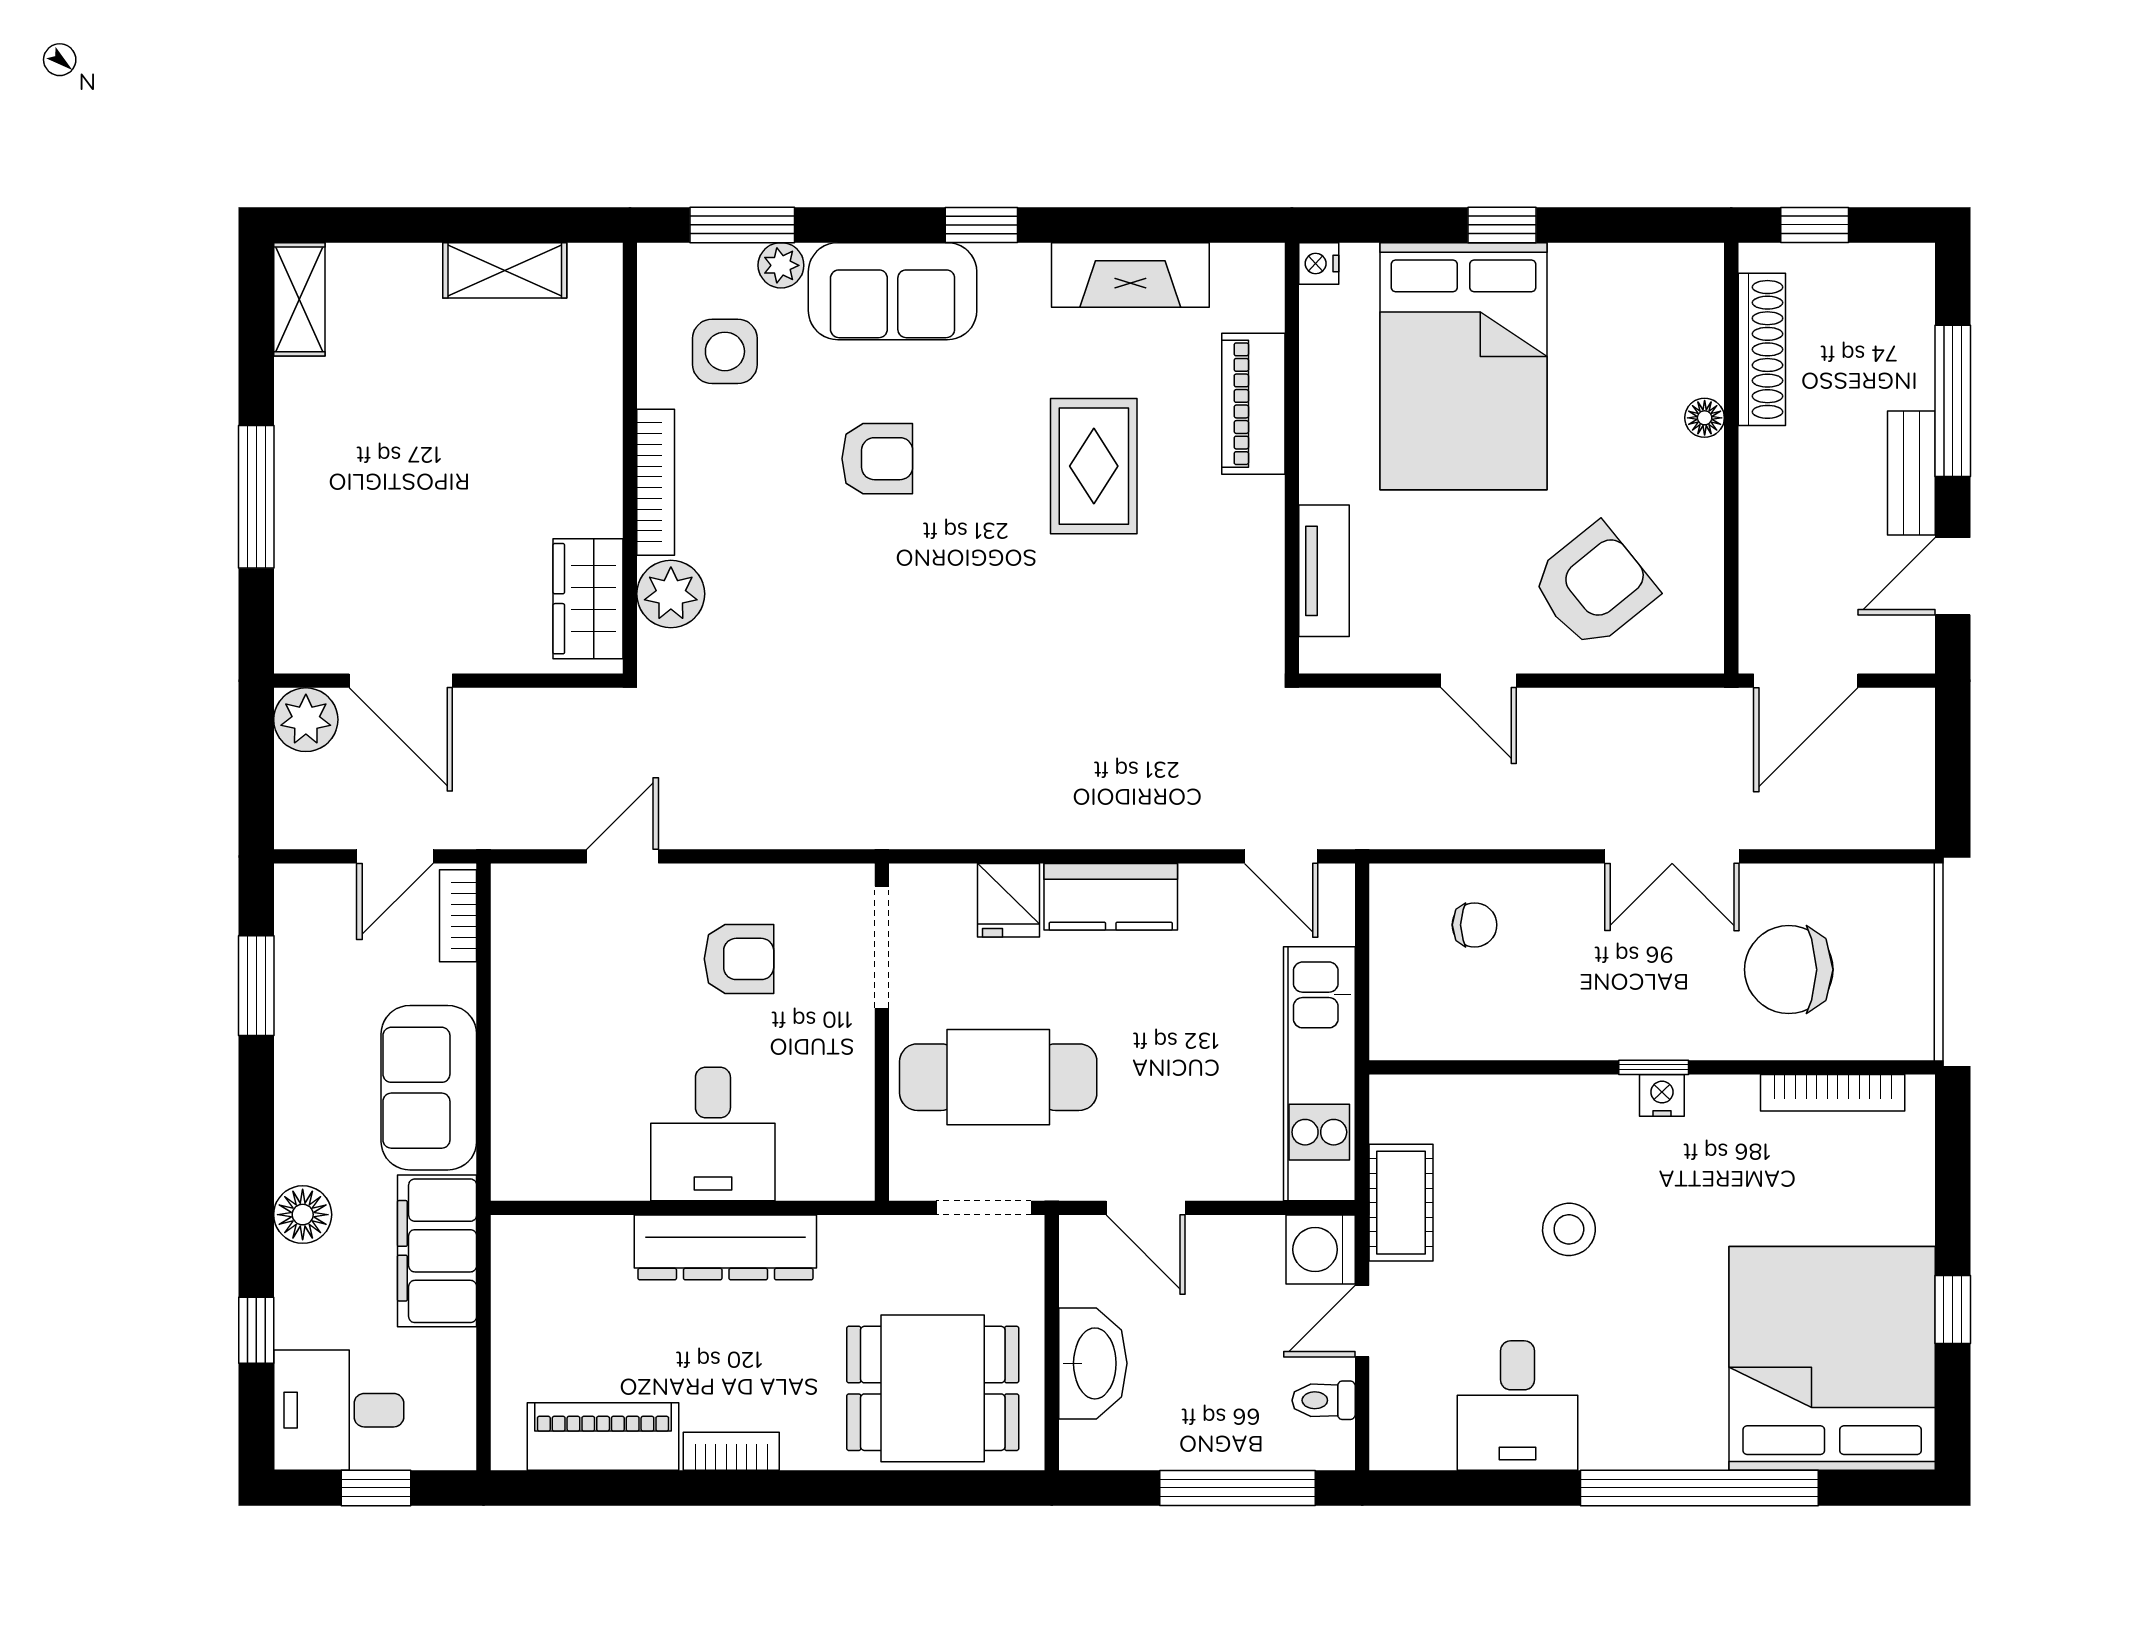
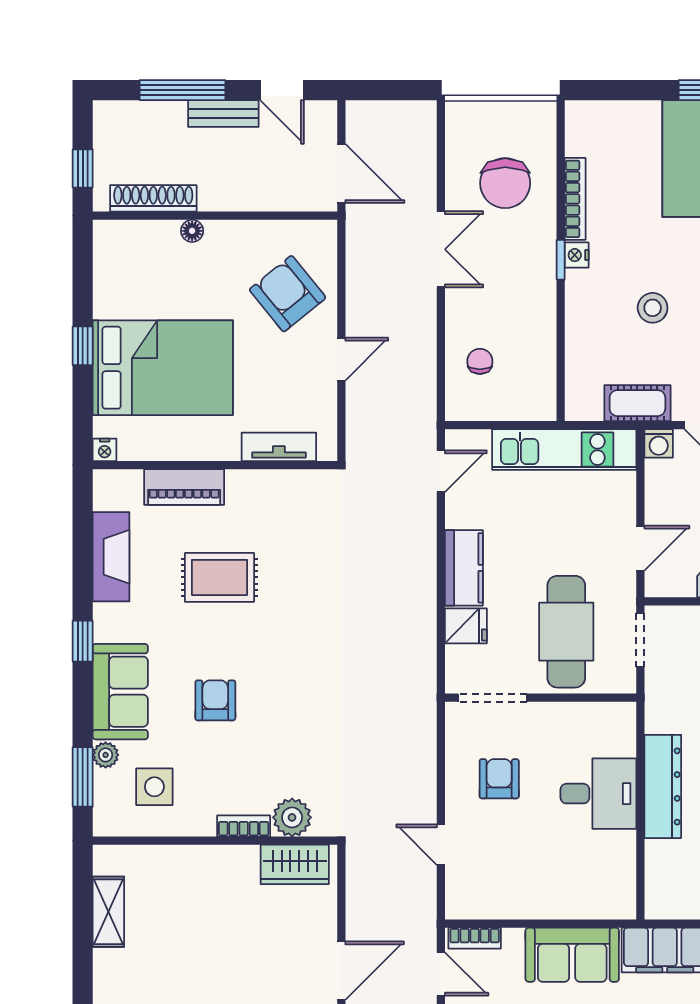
bookcase: (656, 482) -> (244, 826), width x0.64
bookcase: (1833, 1093) -> (575, 199), moved
washing machine: (1321, 1250) -> (659, 443), width x0.73, depth x0.73

